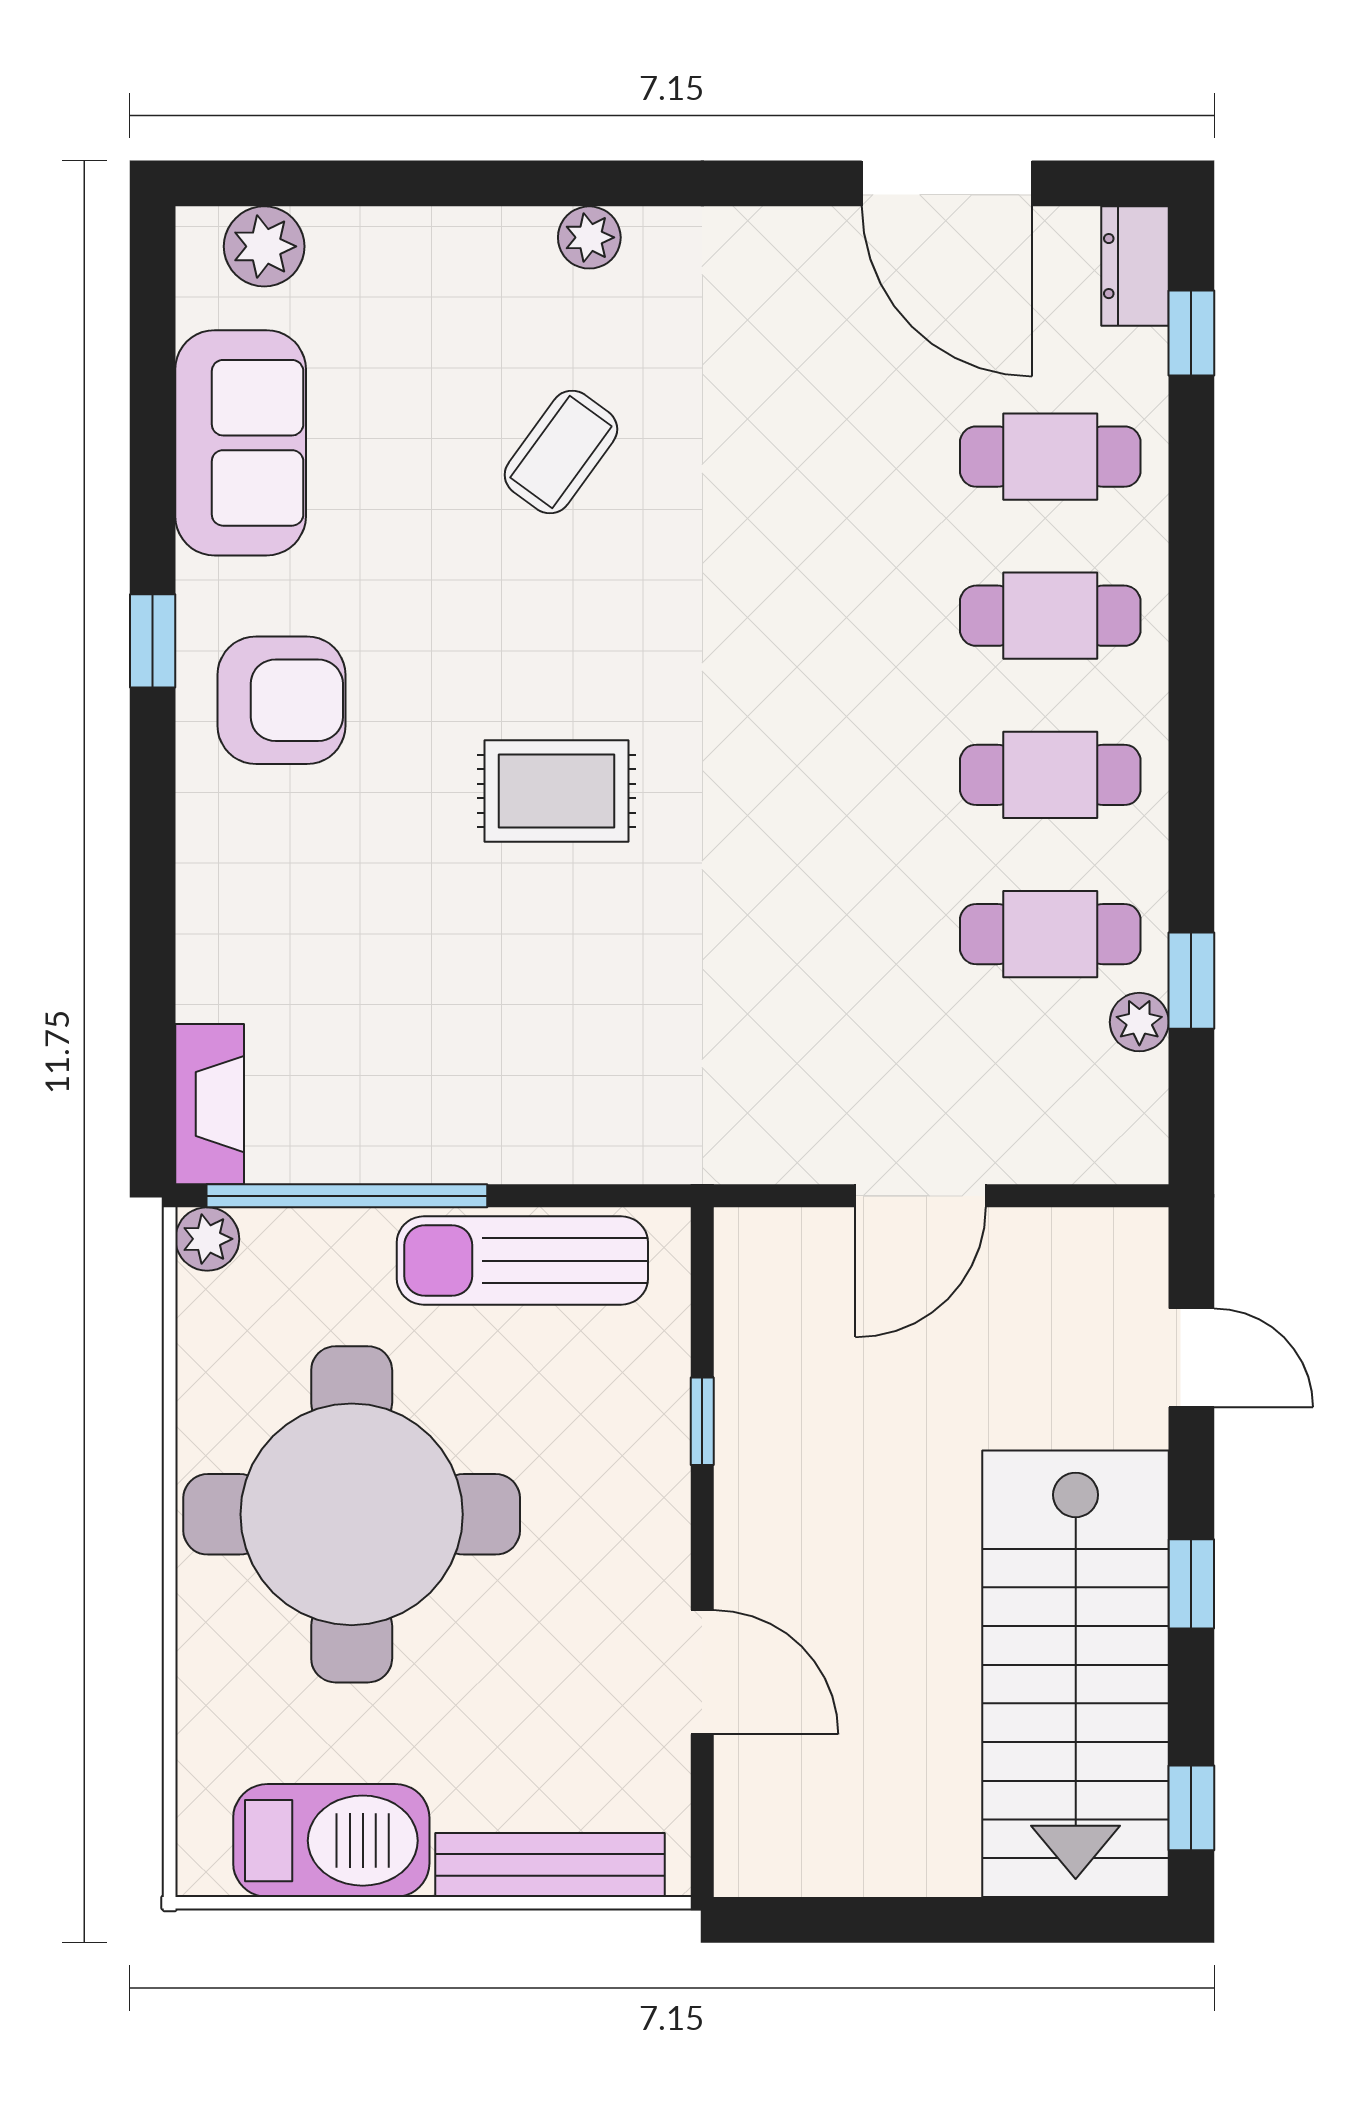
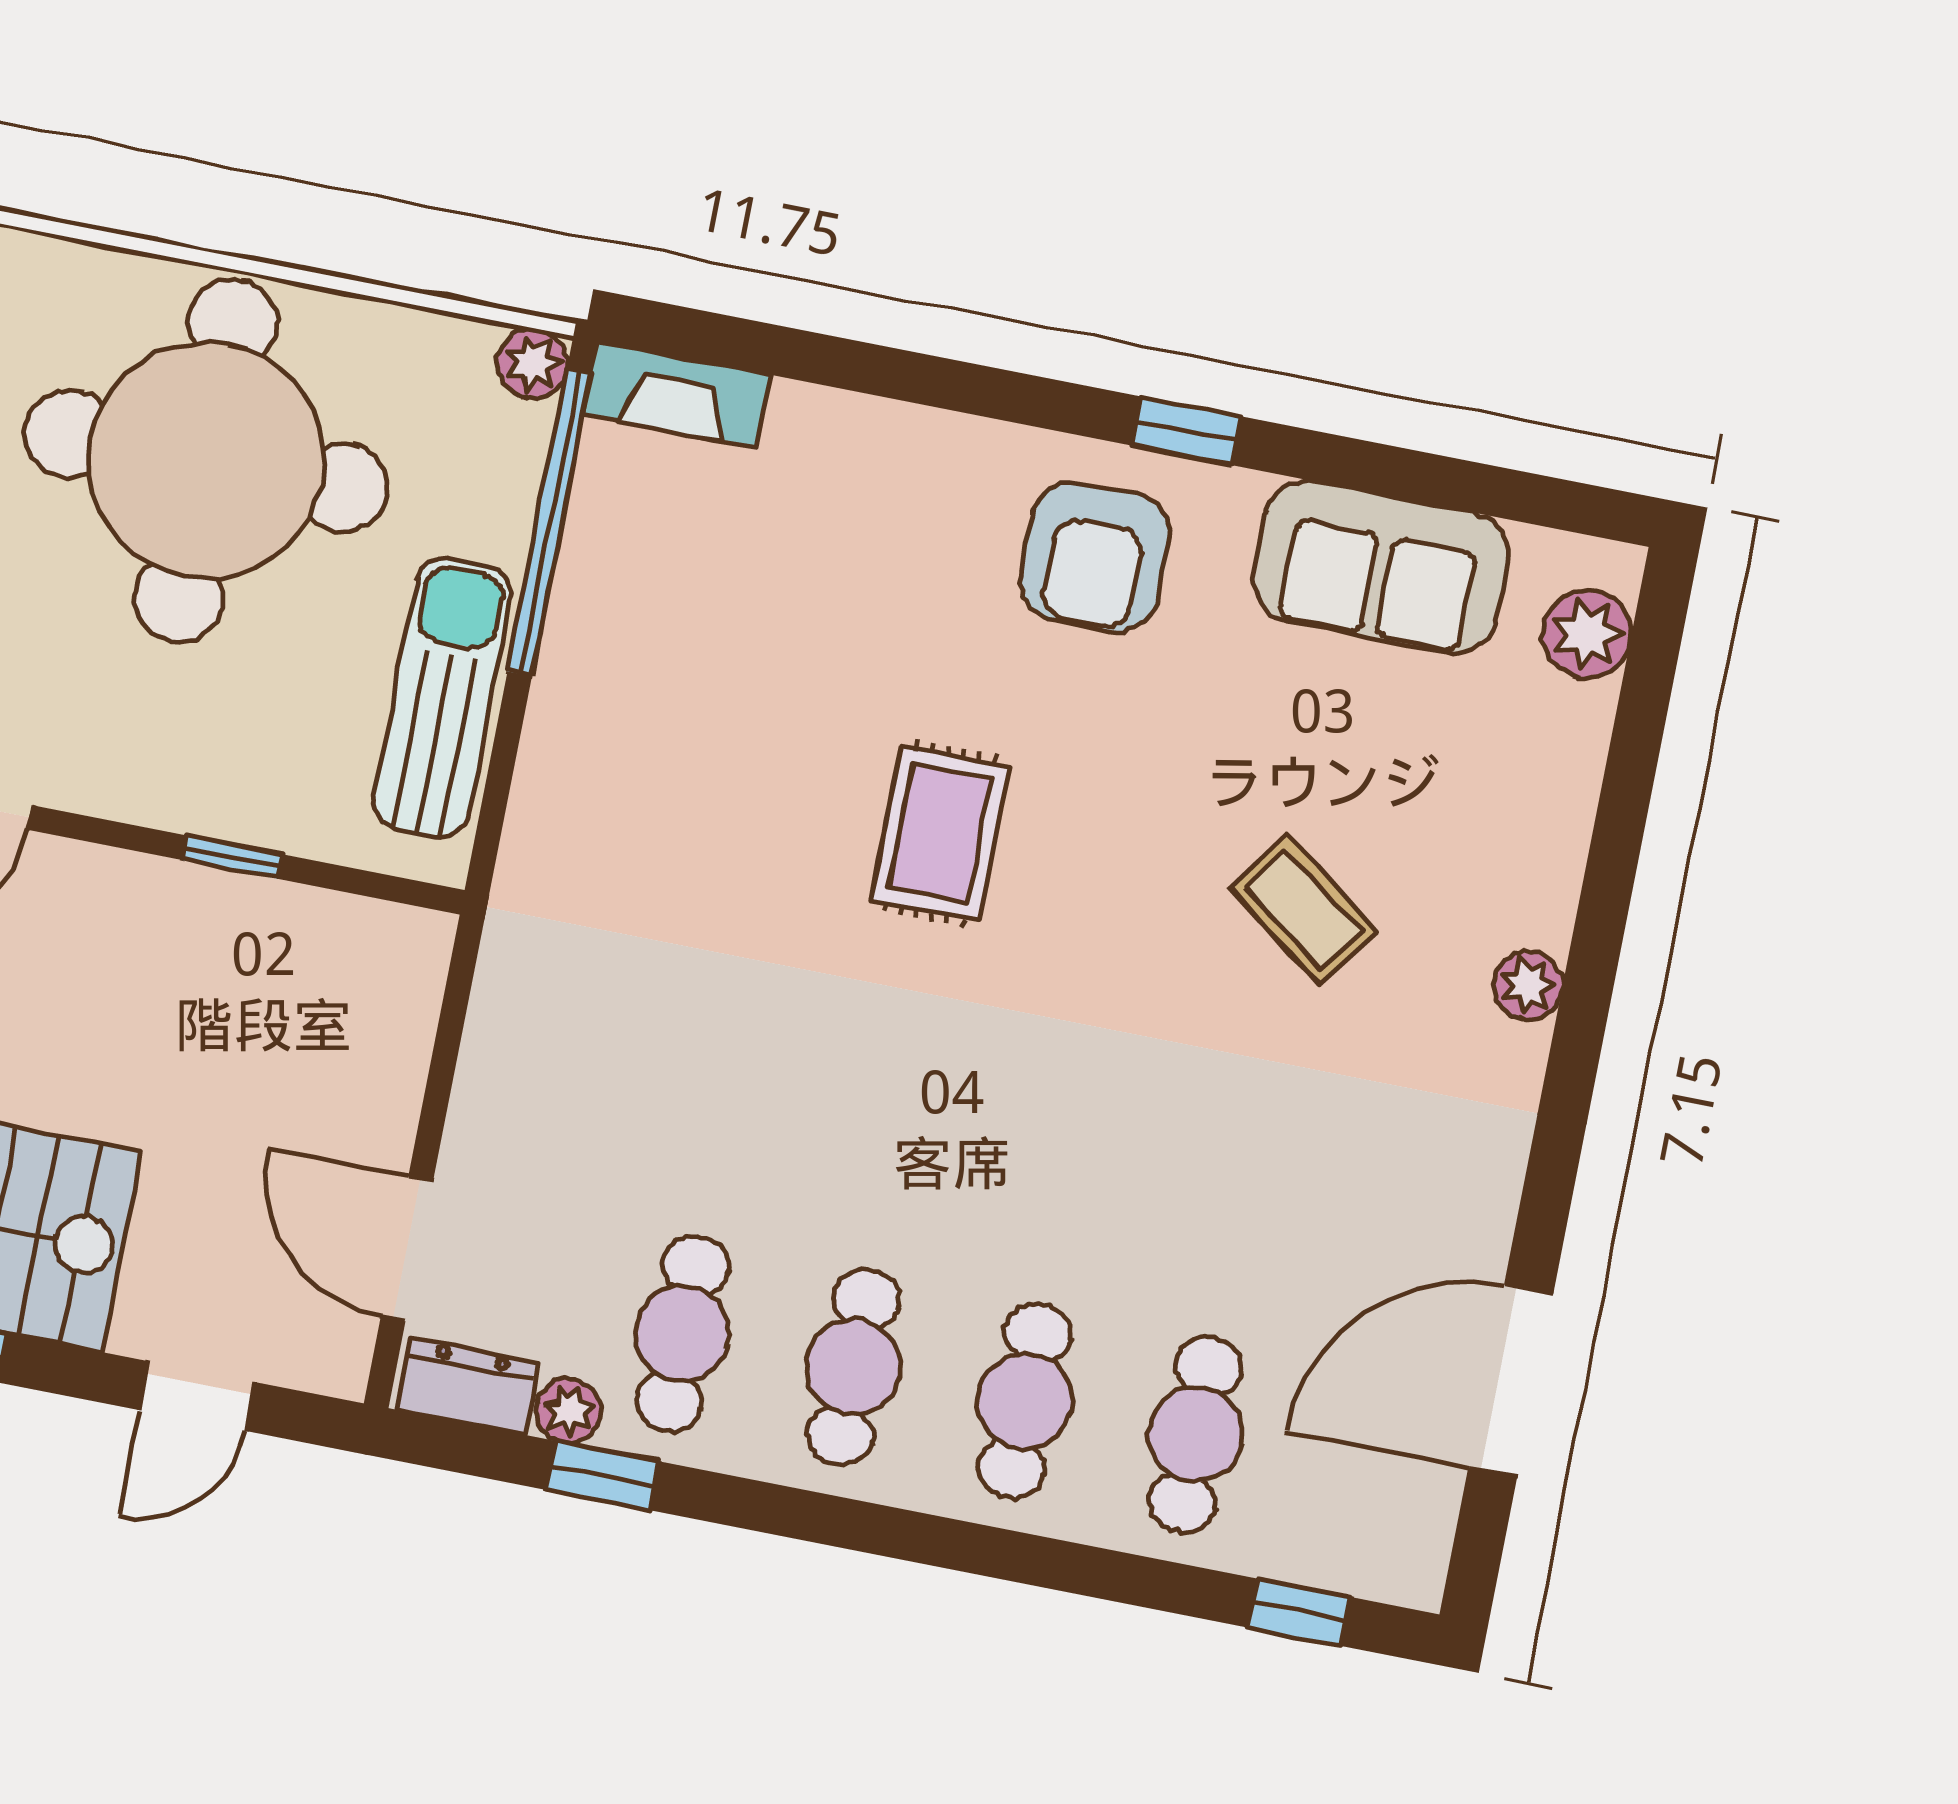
dresser: (1135, 266) -> (467, 1386), moved
door: (921, 1196) -> (407, 1249), moved

